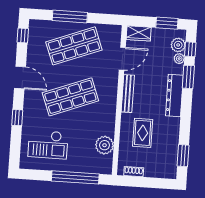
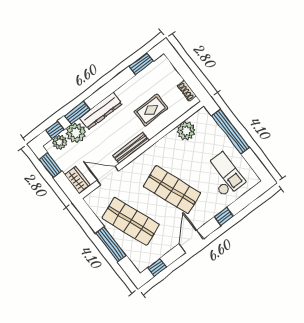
plant: (179, 59) -> (76, 133), width x1.88, depth x1.88

